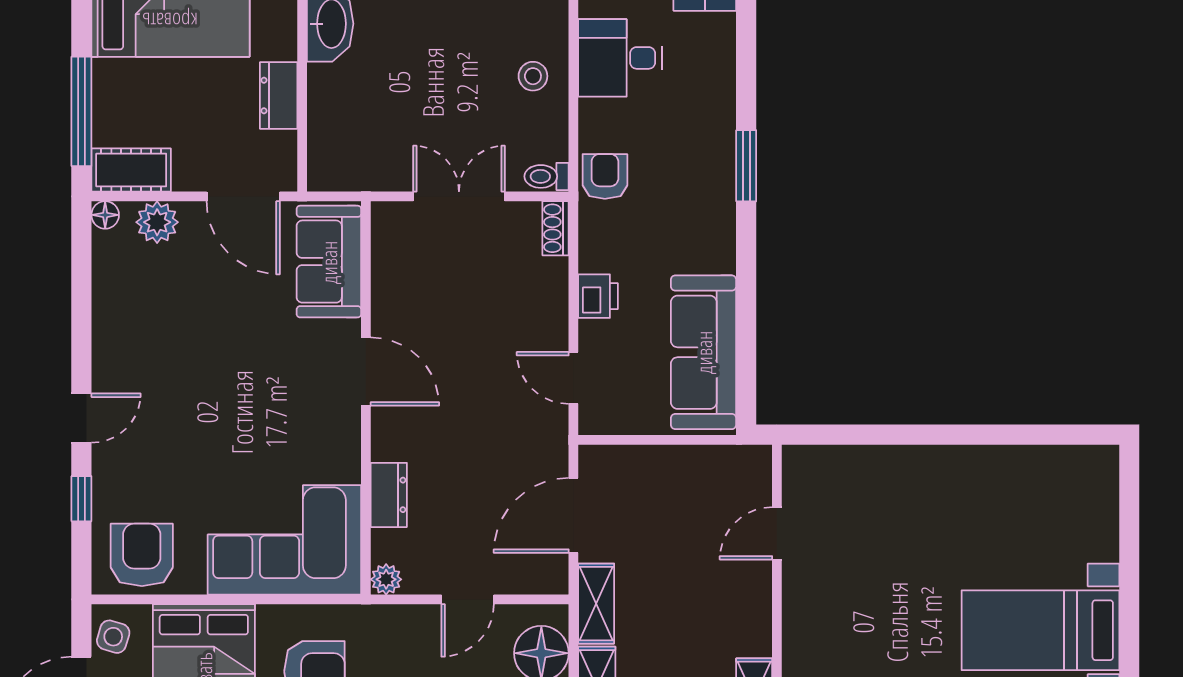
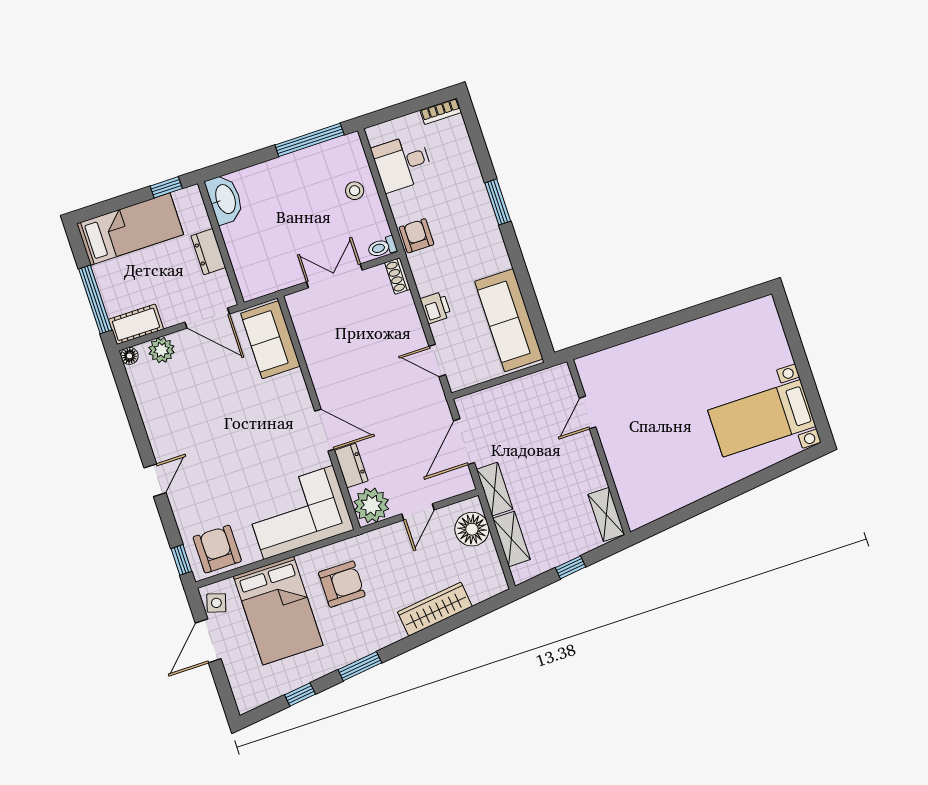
door: (366, 372) -> (325, 430), moved
window: (81, 499) -> (181, 560), moved
plant: (386, 579) -> (371, 505), width x1.87, depth x1.87

